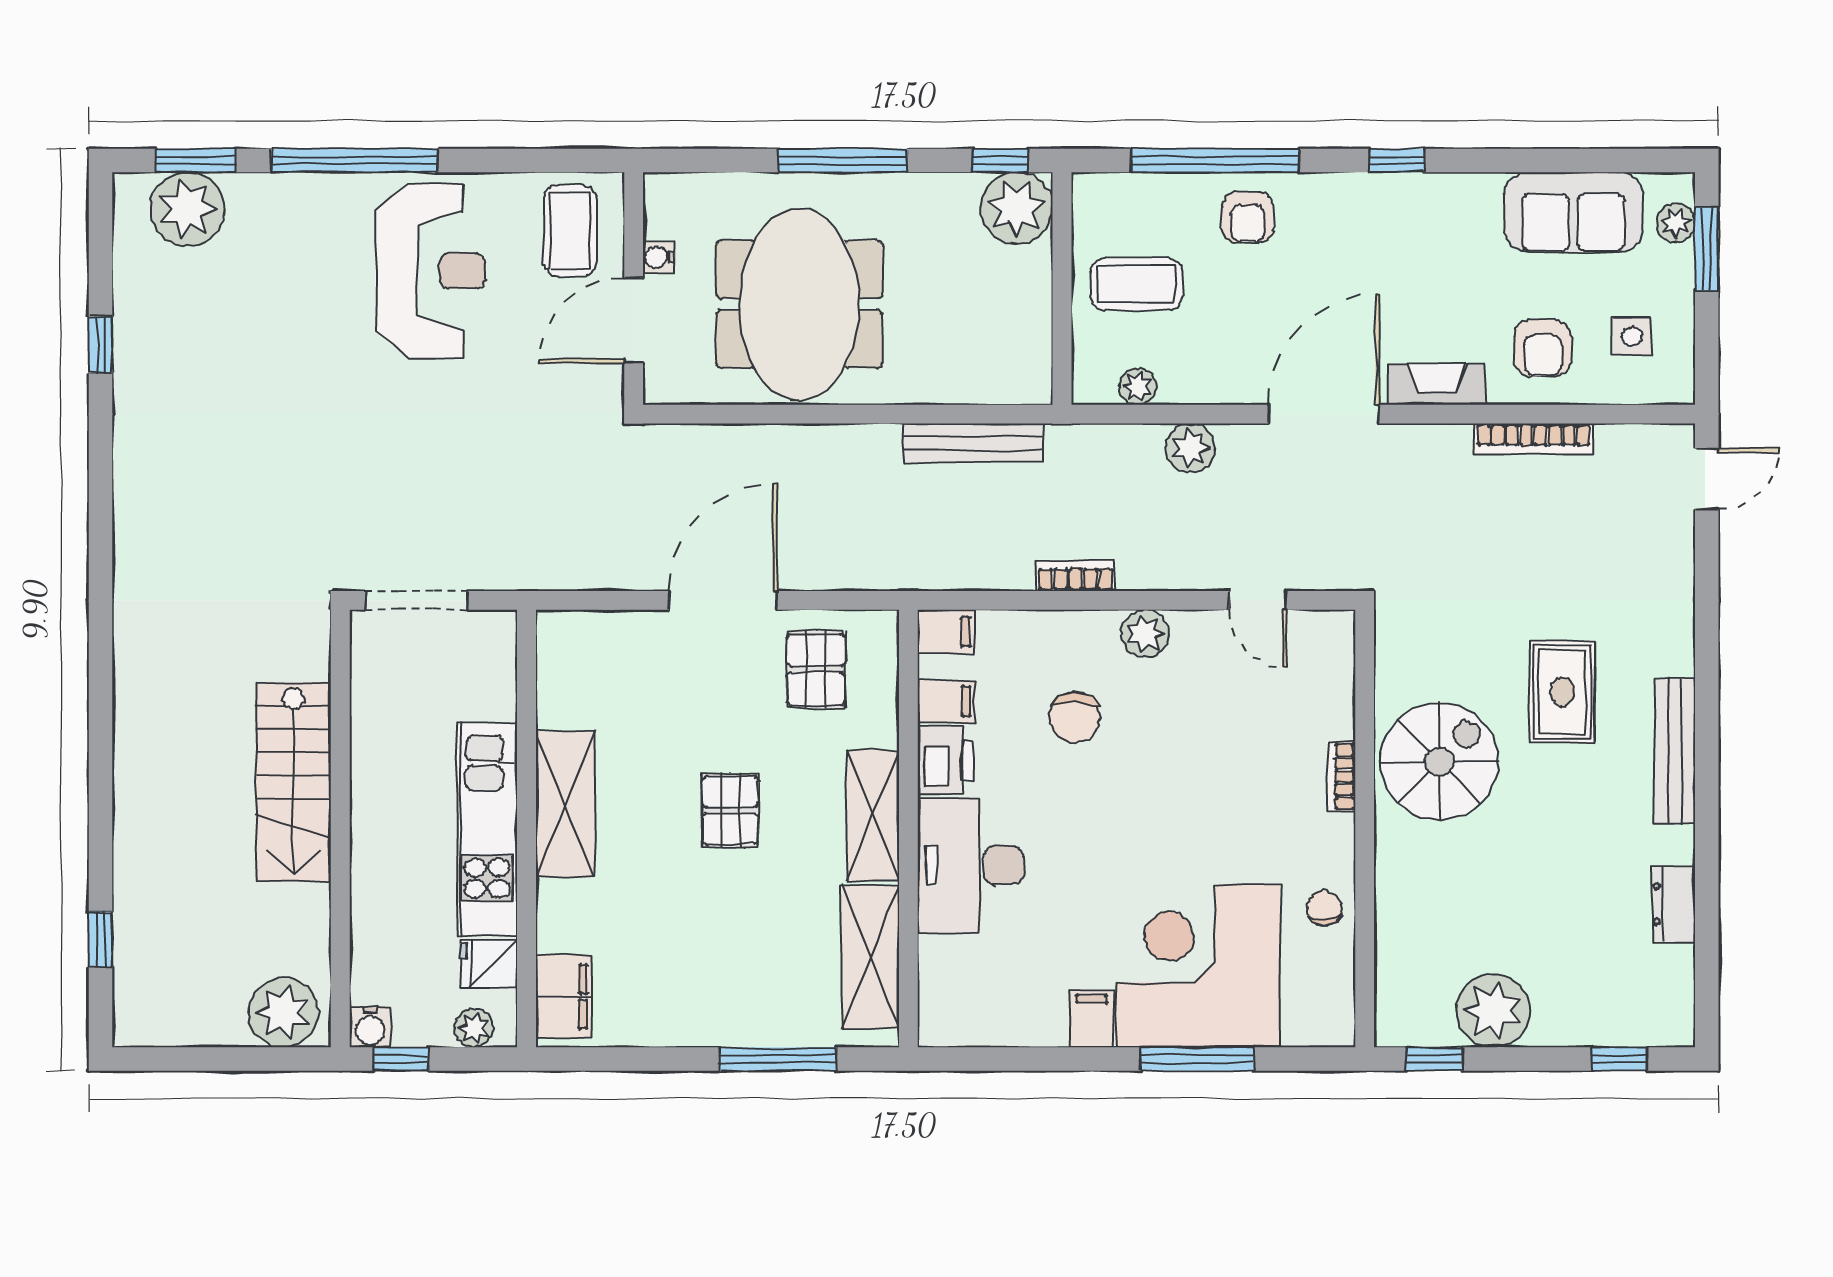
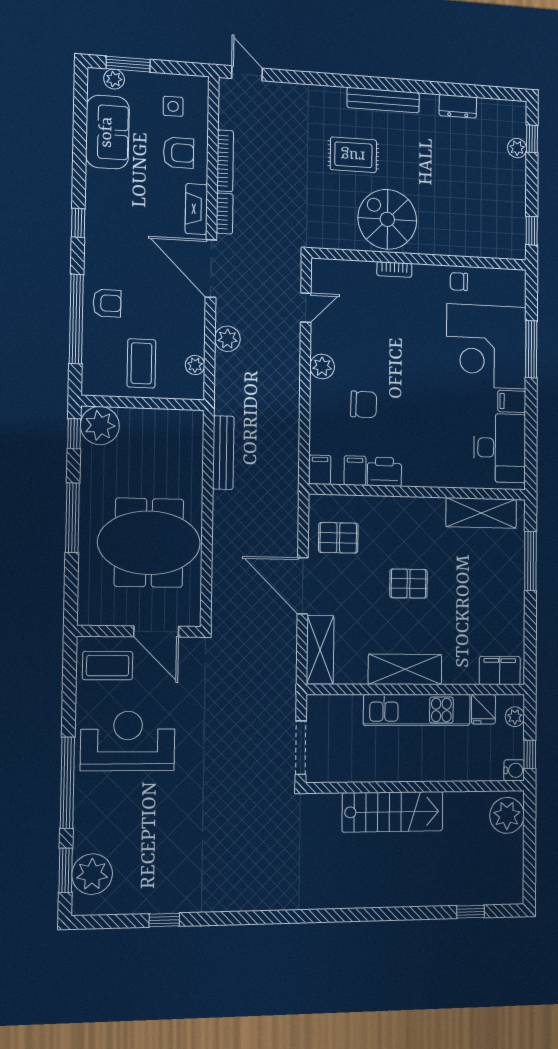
water cooler: (659, 258) -> (123, 618), removed
bookcase: (1076, 575) -> (225, 214), moved, turned 180
shelving: (873, 816) -> (320, 650), moved, turned 90
desk: (971, 865) -> (500, 448), moved, turned -90
plant: (1493, 1011) -> (517, 148), moved, width x0.53, depth x0.53

